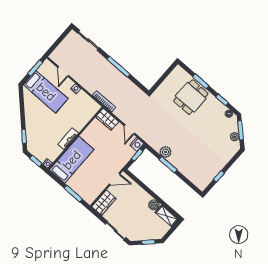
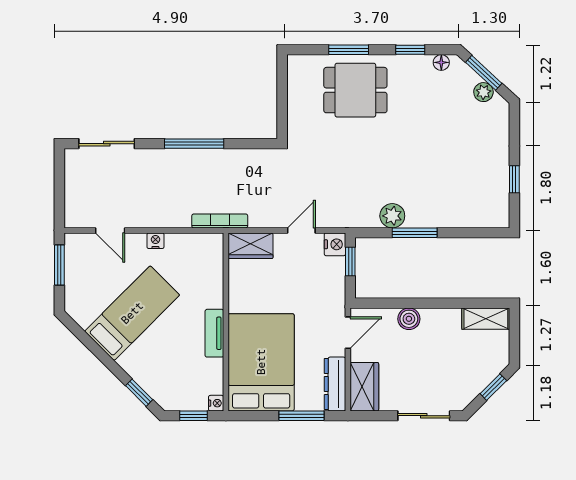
bed: (46, 92) -> (132, 313), moved, turned -45
dining table: (191, 97) -> (355, 90), turned 90
door: (129, 129) -> (301, 230), swing flipped
bed: (72, 160) -> (261, 362), width x1.50
dresser: (94, 193) -> (335, 384), added
boiler: (154, 205) -> (409, 319), moved

